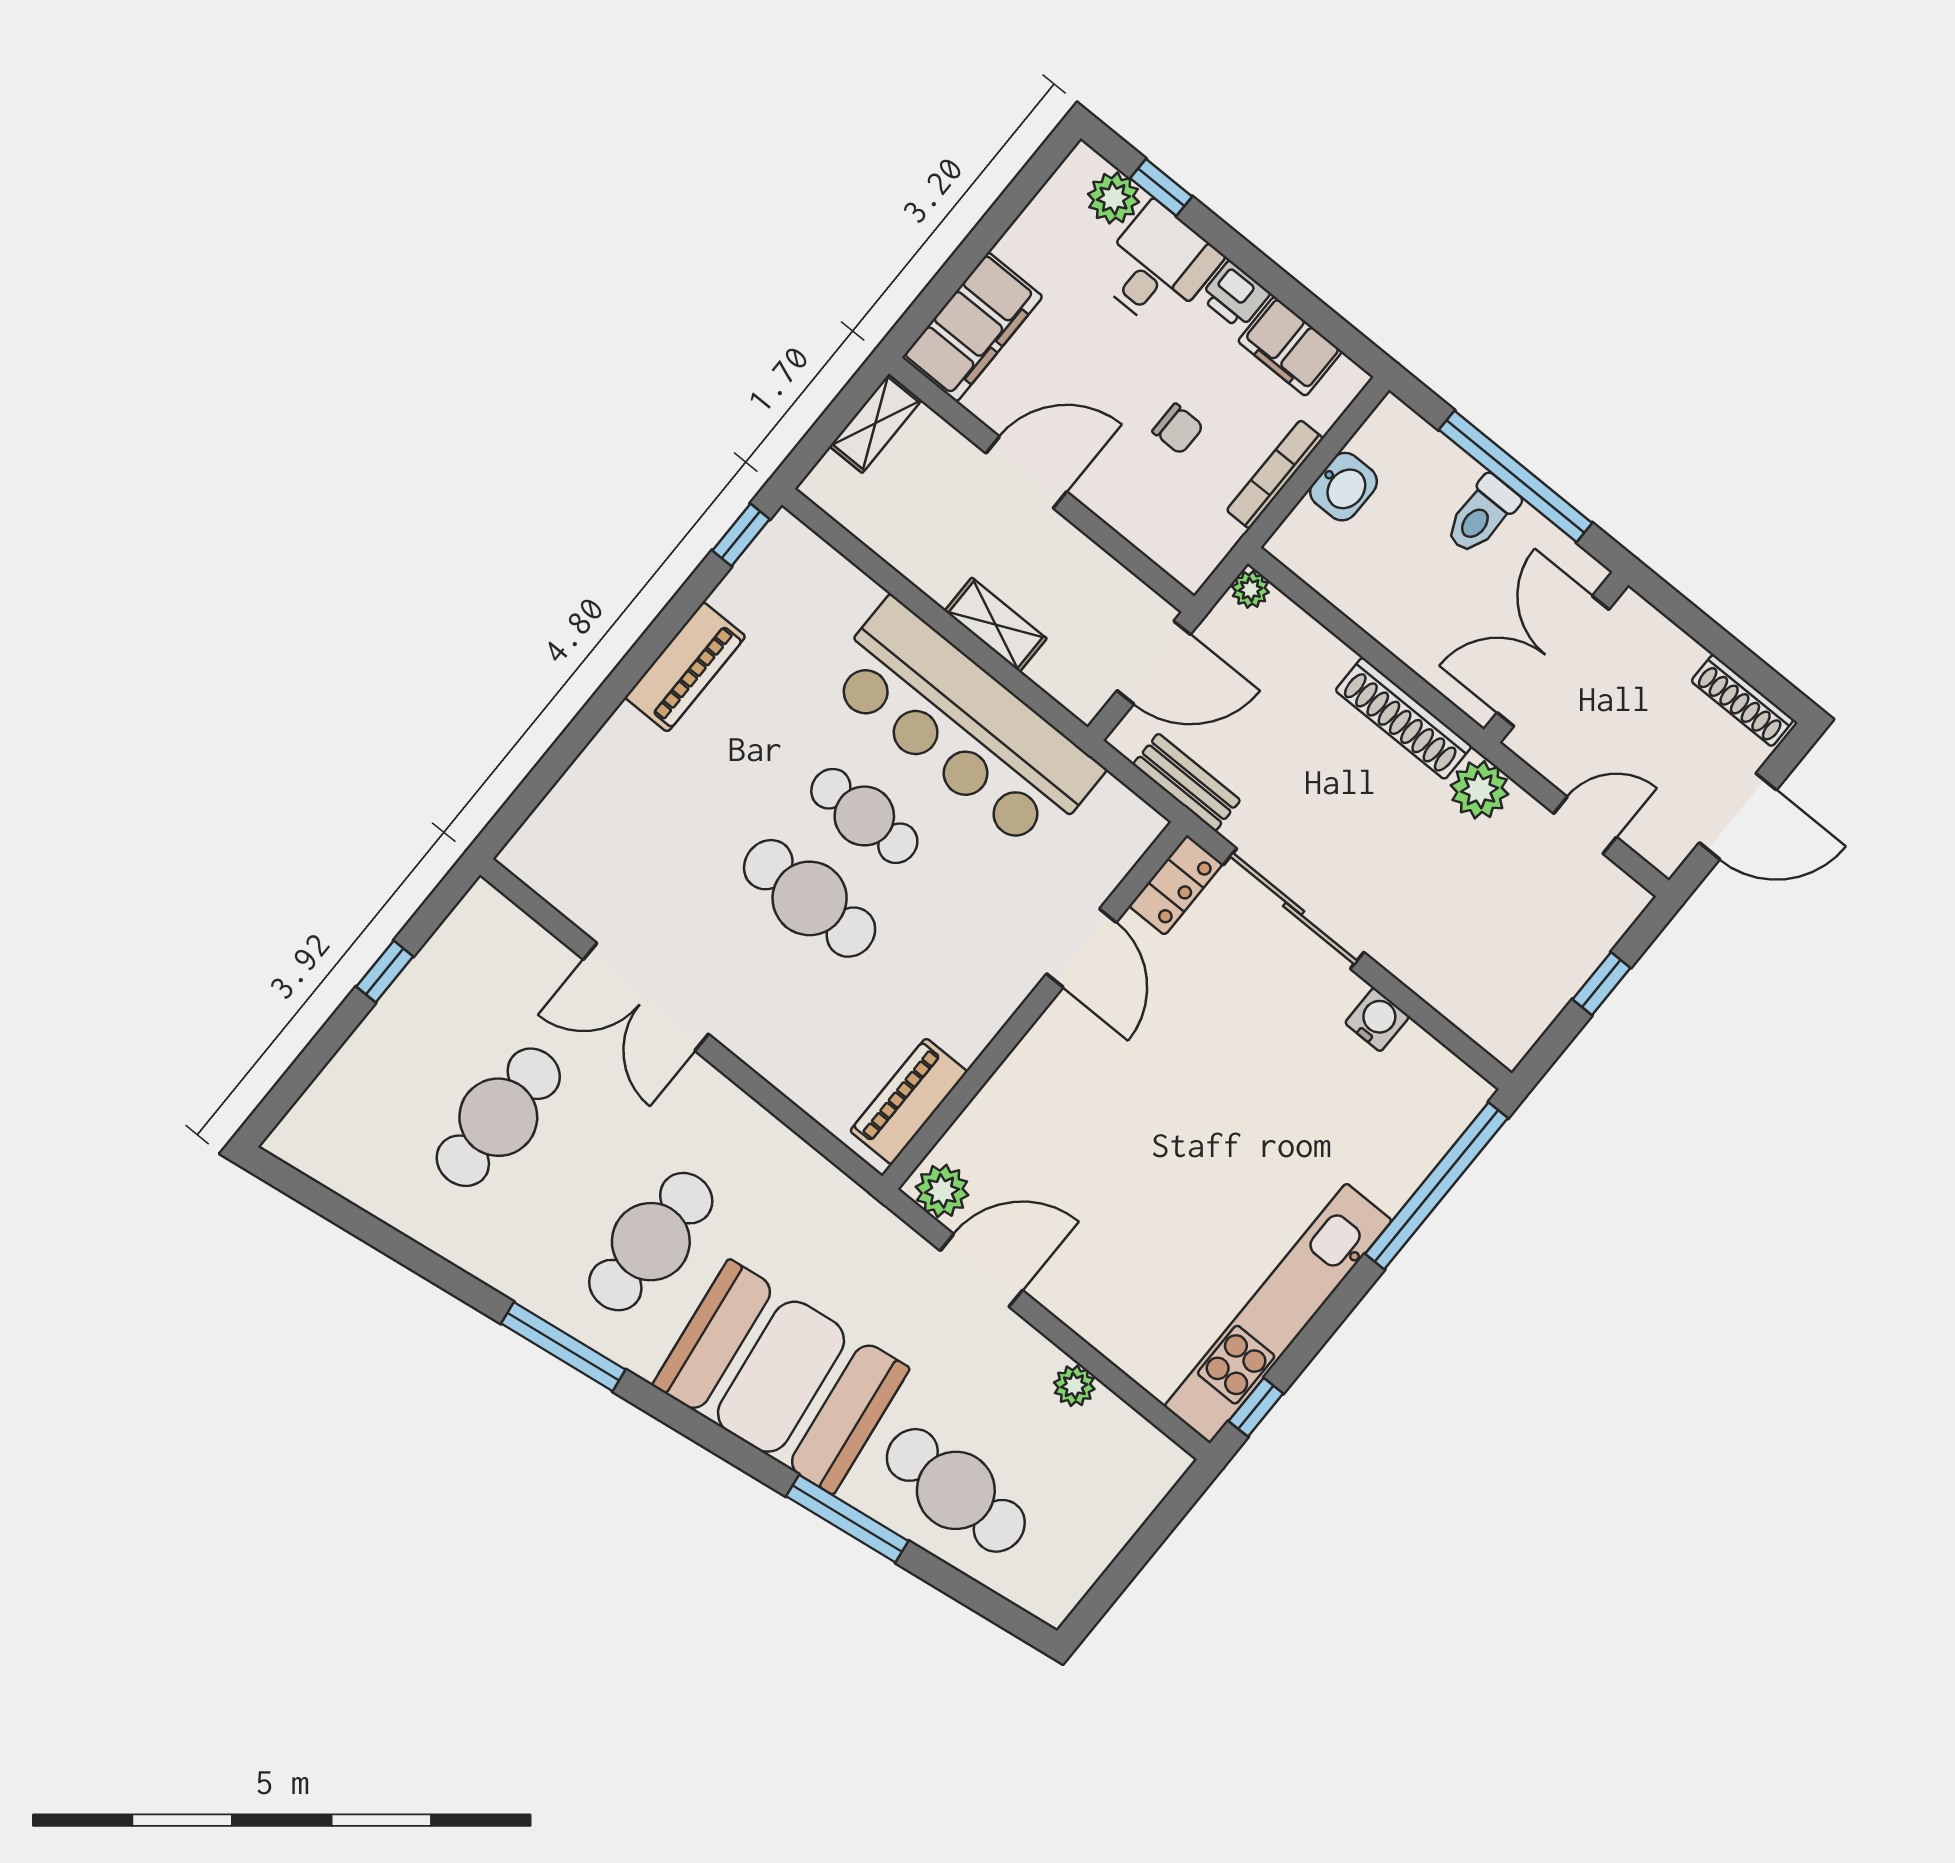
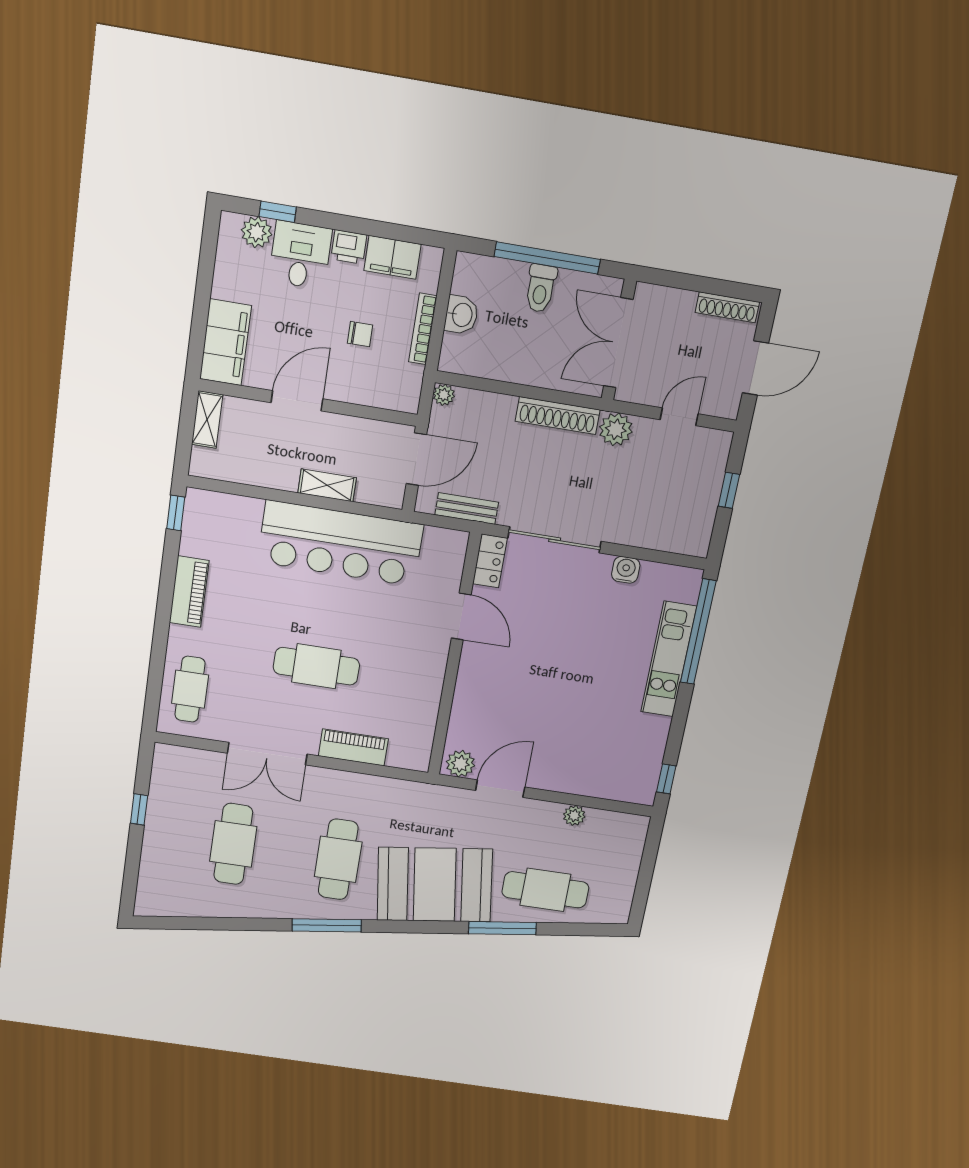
cafe table: (864, 816) -> (190, 689), moved, turned 90
piano: (909, 1101) -> (353, 747), moved, turned 90
kitchen unit: (1278, 1313) -> (669, 659), moved, width x0.73

